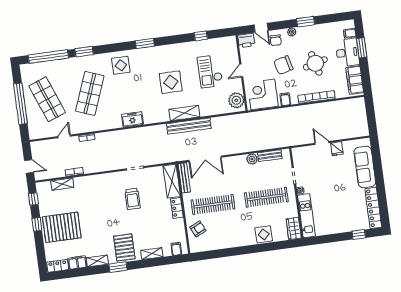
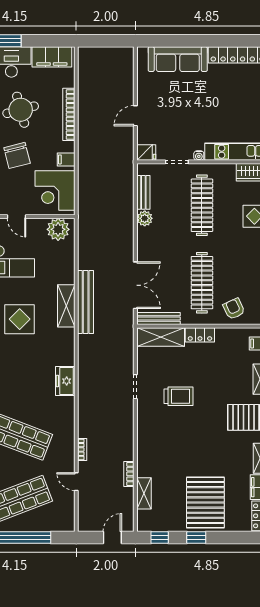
fridge: (337, 149) -> (146, 153), moved

